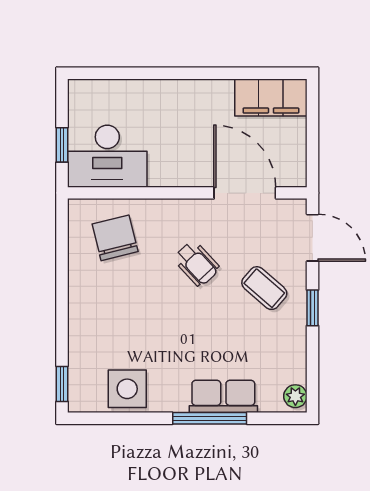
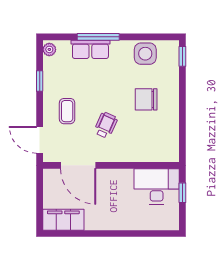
chair: (115, 238) -> (146, 99), moved, turned 104
wheelchair: (197, 264) -> (106, 125), turned 67
coffee table: (264, 288) -> (67, 111), turned 49
window: (312, 308) -> (40, 81), moved

